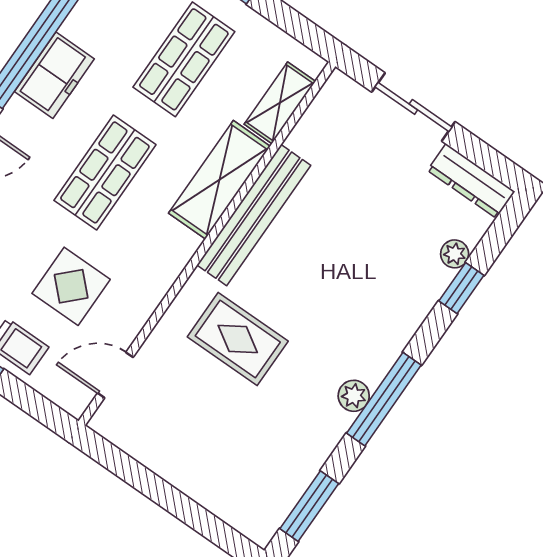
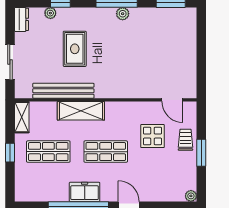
shelving: (280, 103) -> (22, 117), moved, turned 90
dresser: (471, 181) -> (21, 19), width x0.70
bench: (254, 215) -> (63, 91), moved
rug: (238, 339) -> (75, 49), moved

